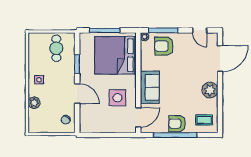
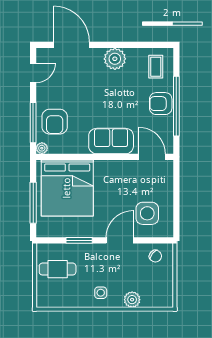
side table: (117, 98) -> (147, 213), moved
armchair: (177, 124) -> (161, 104), turned 90

